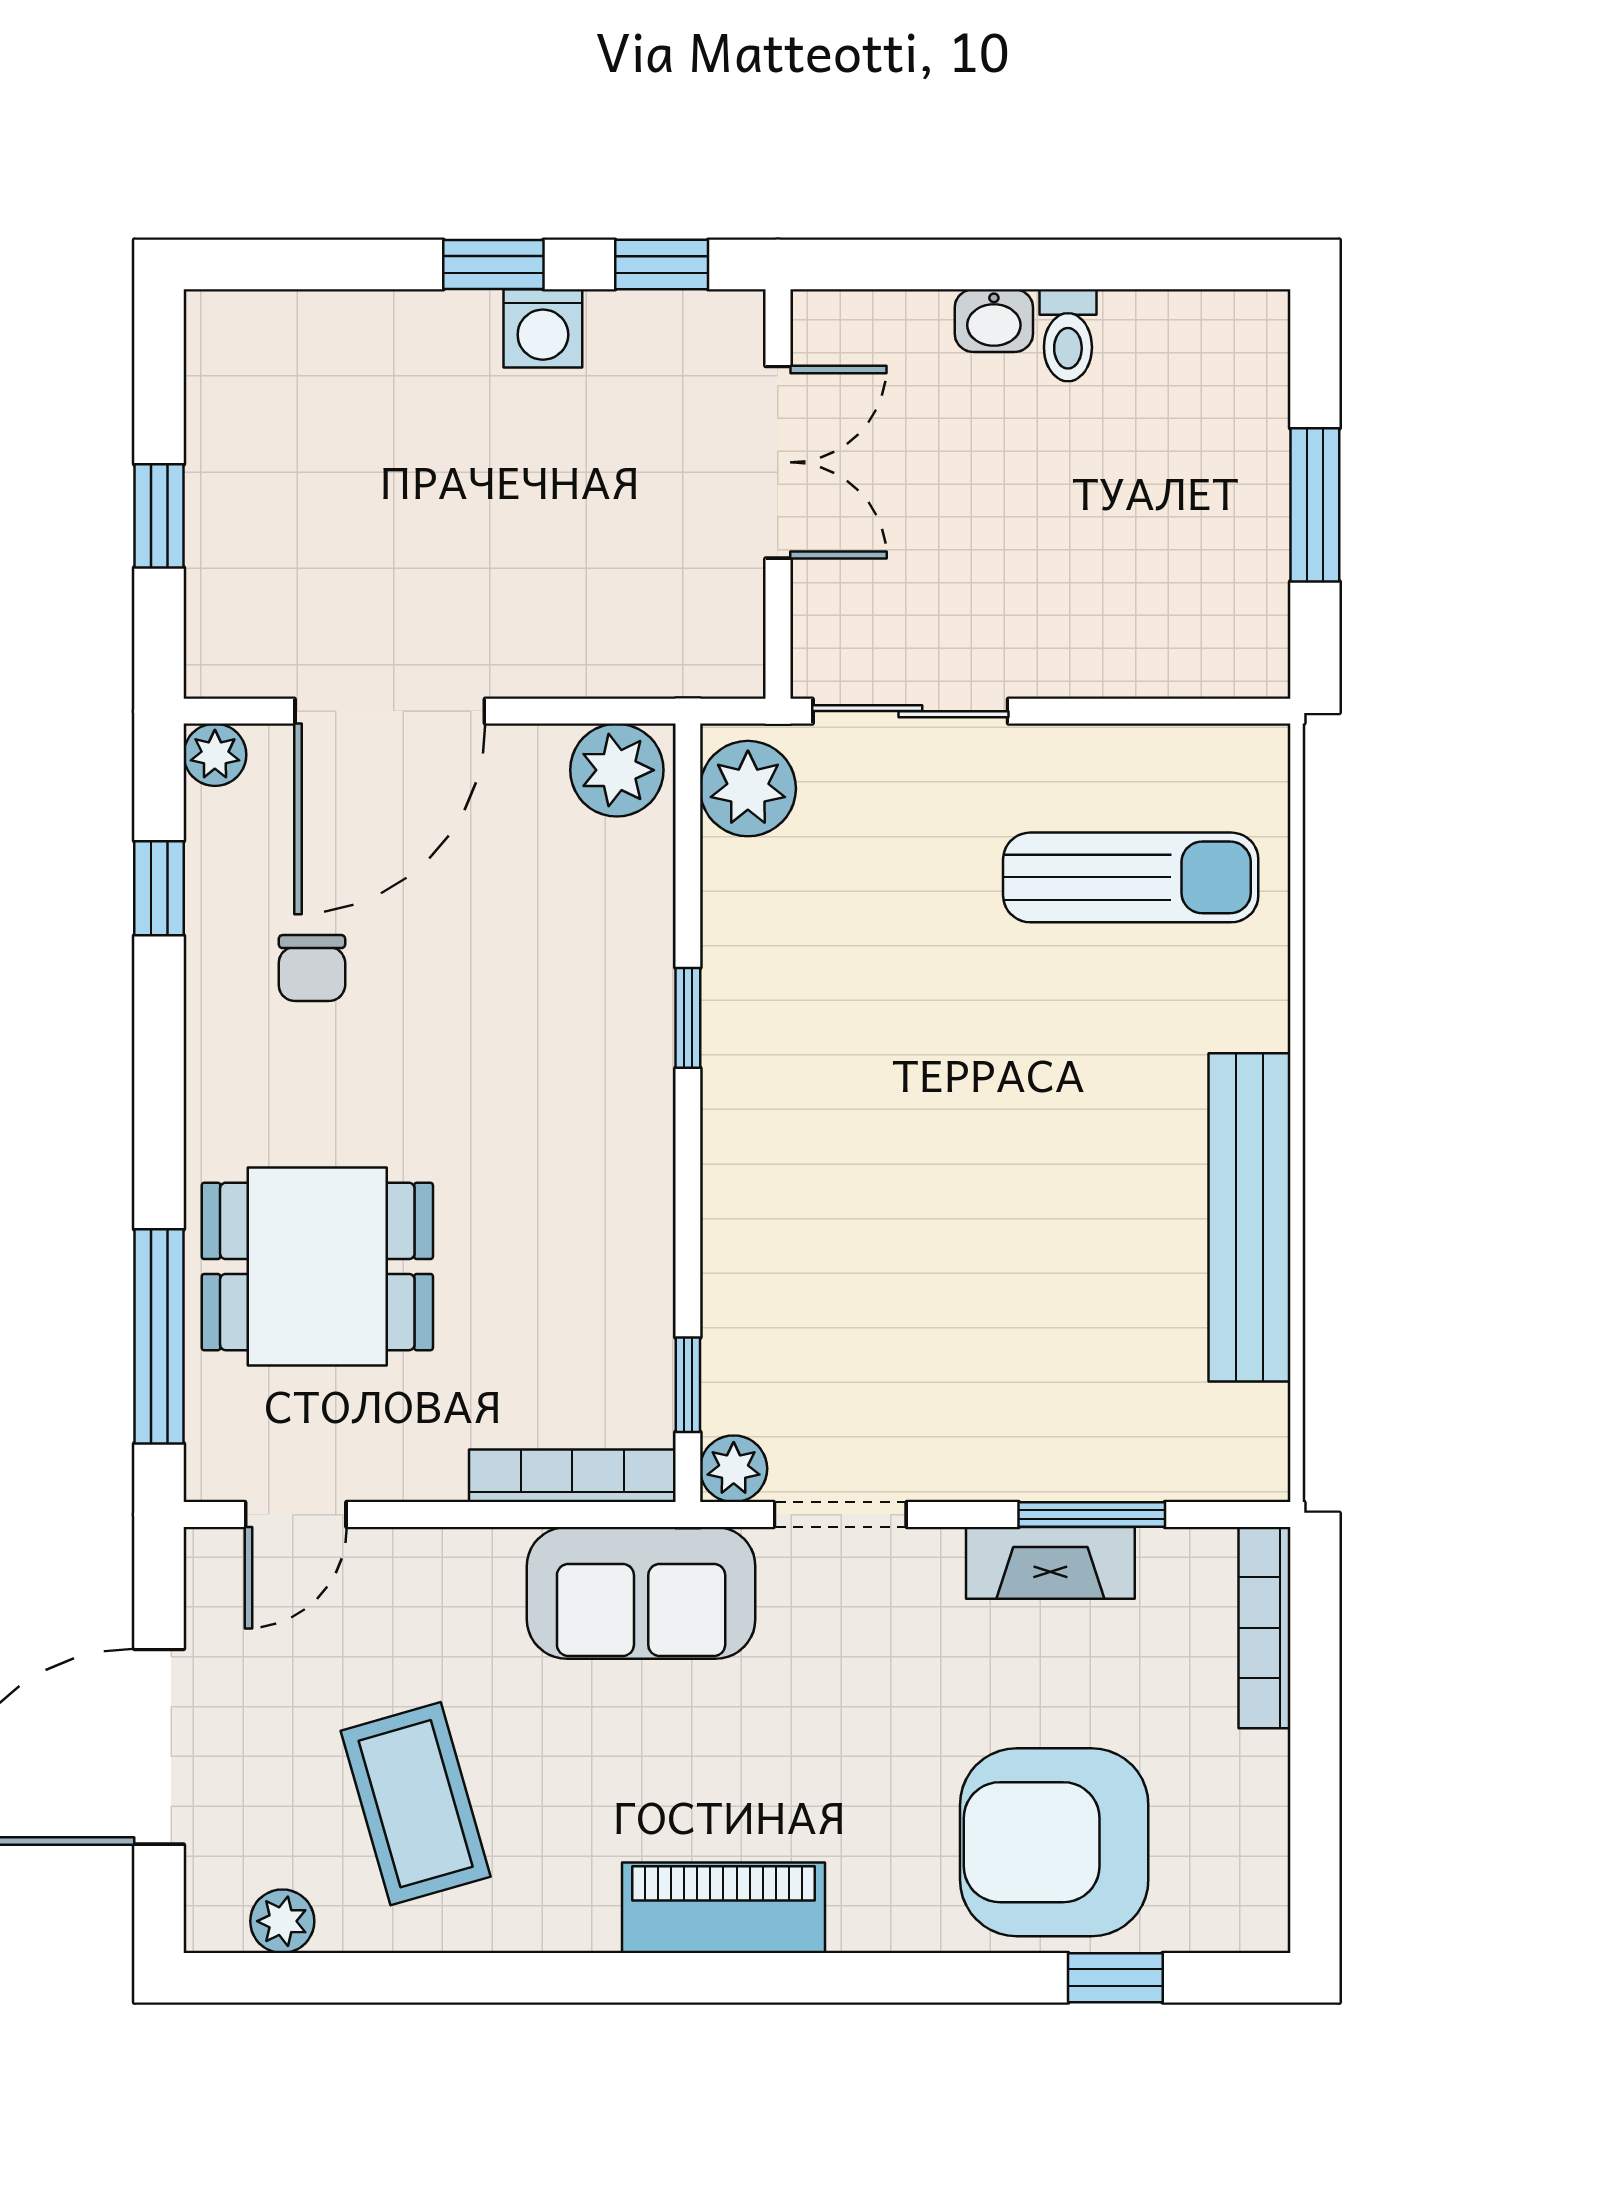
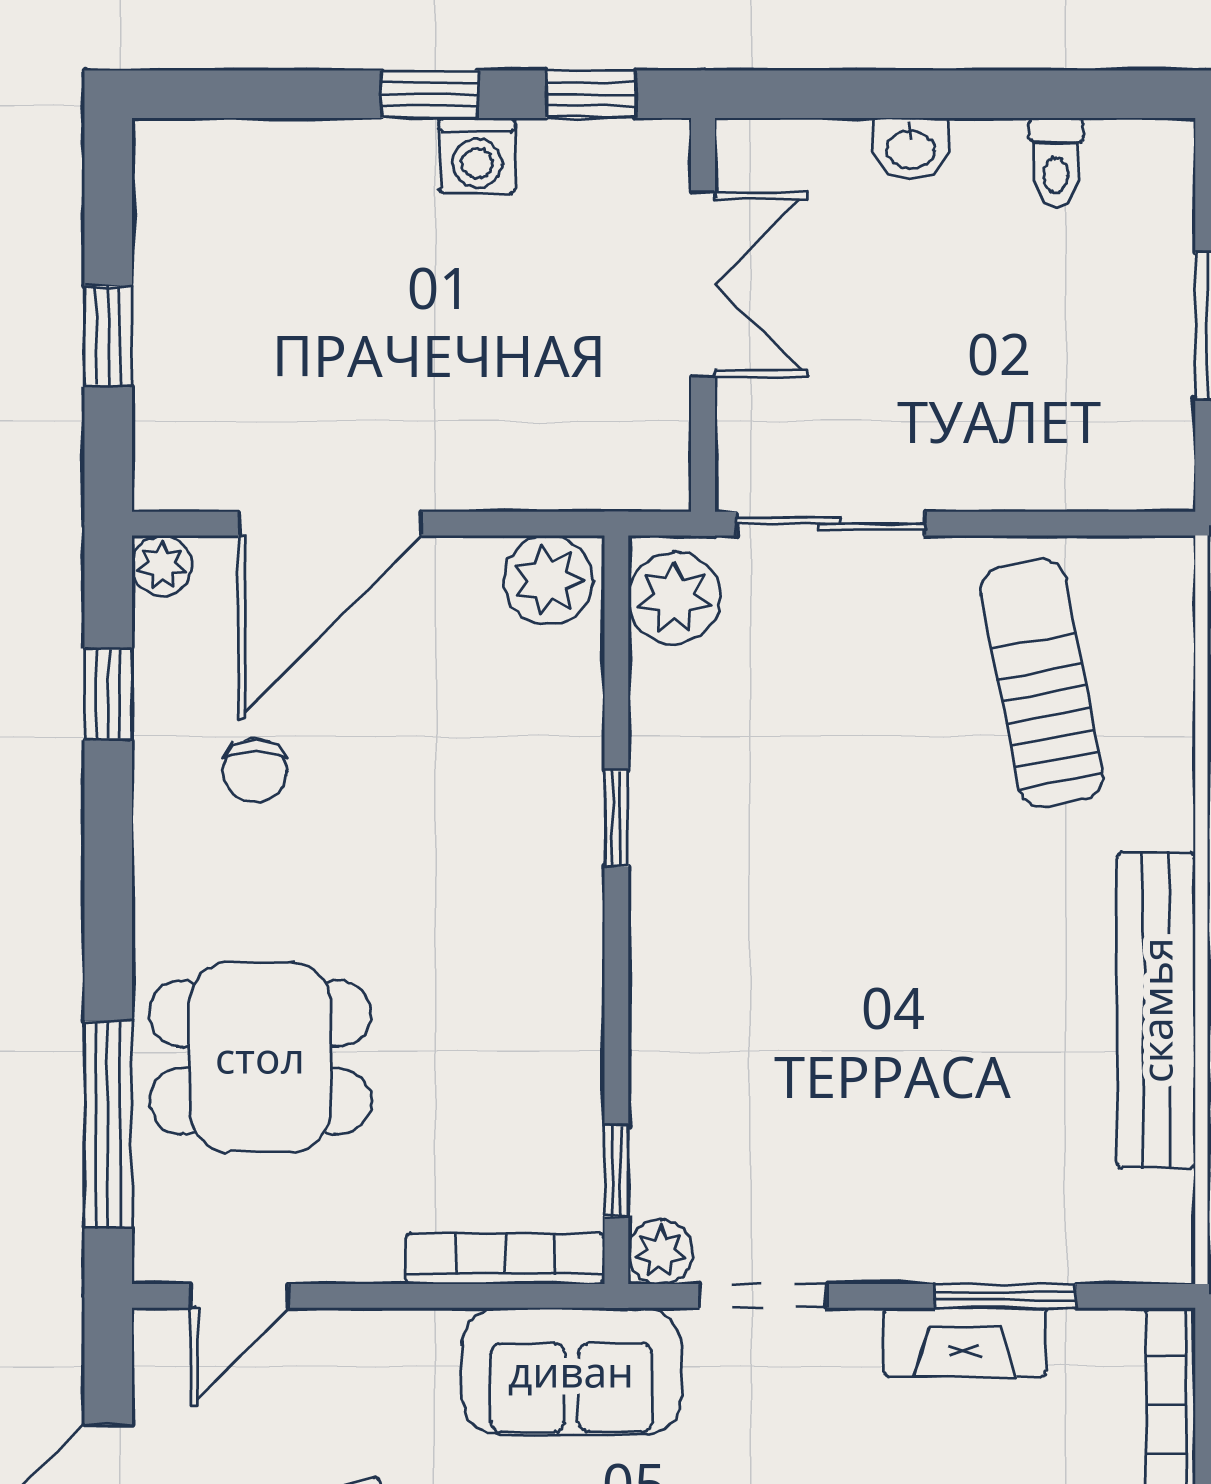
toilet: (1068, 335) -> (1056, 162), moved
sun lounger: (1131, 877) -> (1042, 683), turned -101

